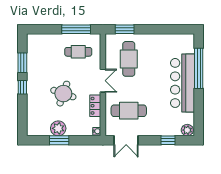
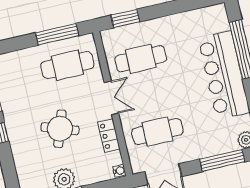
cafe table: (78, 52) -> (67, 65), width x1.37, depth x1.35
cafe table: (129, 59) -> (141, 59), turned 90
window: (168, 140) -> (222, 160), width x2.17

